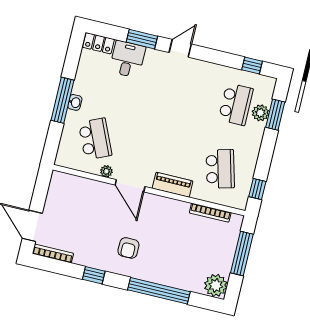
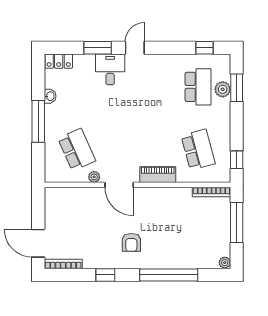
desk: (127, 59) -> (110, 69), moved
washbasin: (75, 102) -> (50, 96), moved
bookcase: (210, 213) -> (211, 192), moved
plant: (216, 285) -> (225, 263), width x0.53, depth x0.53

